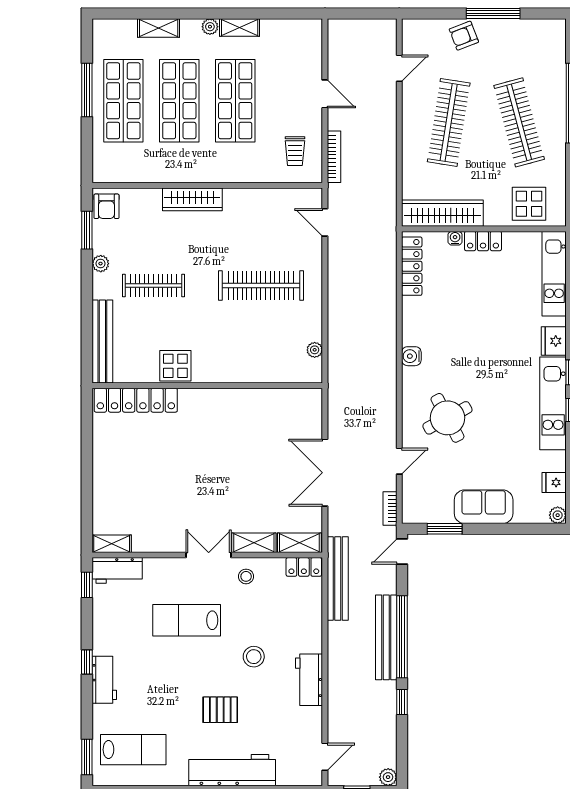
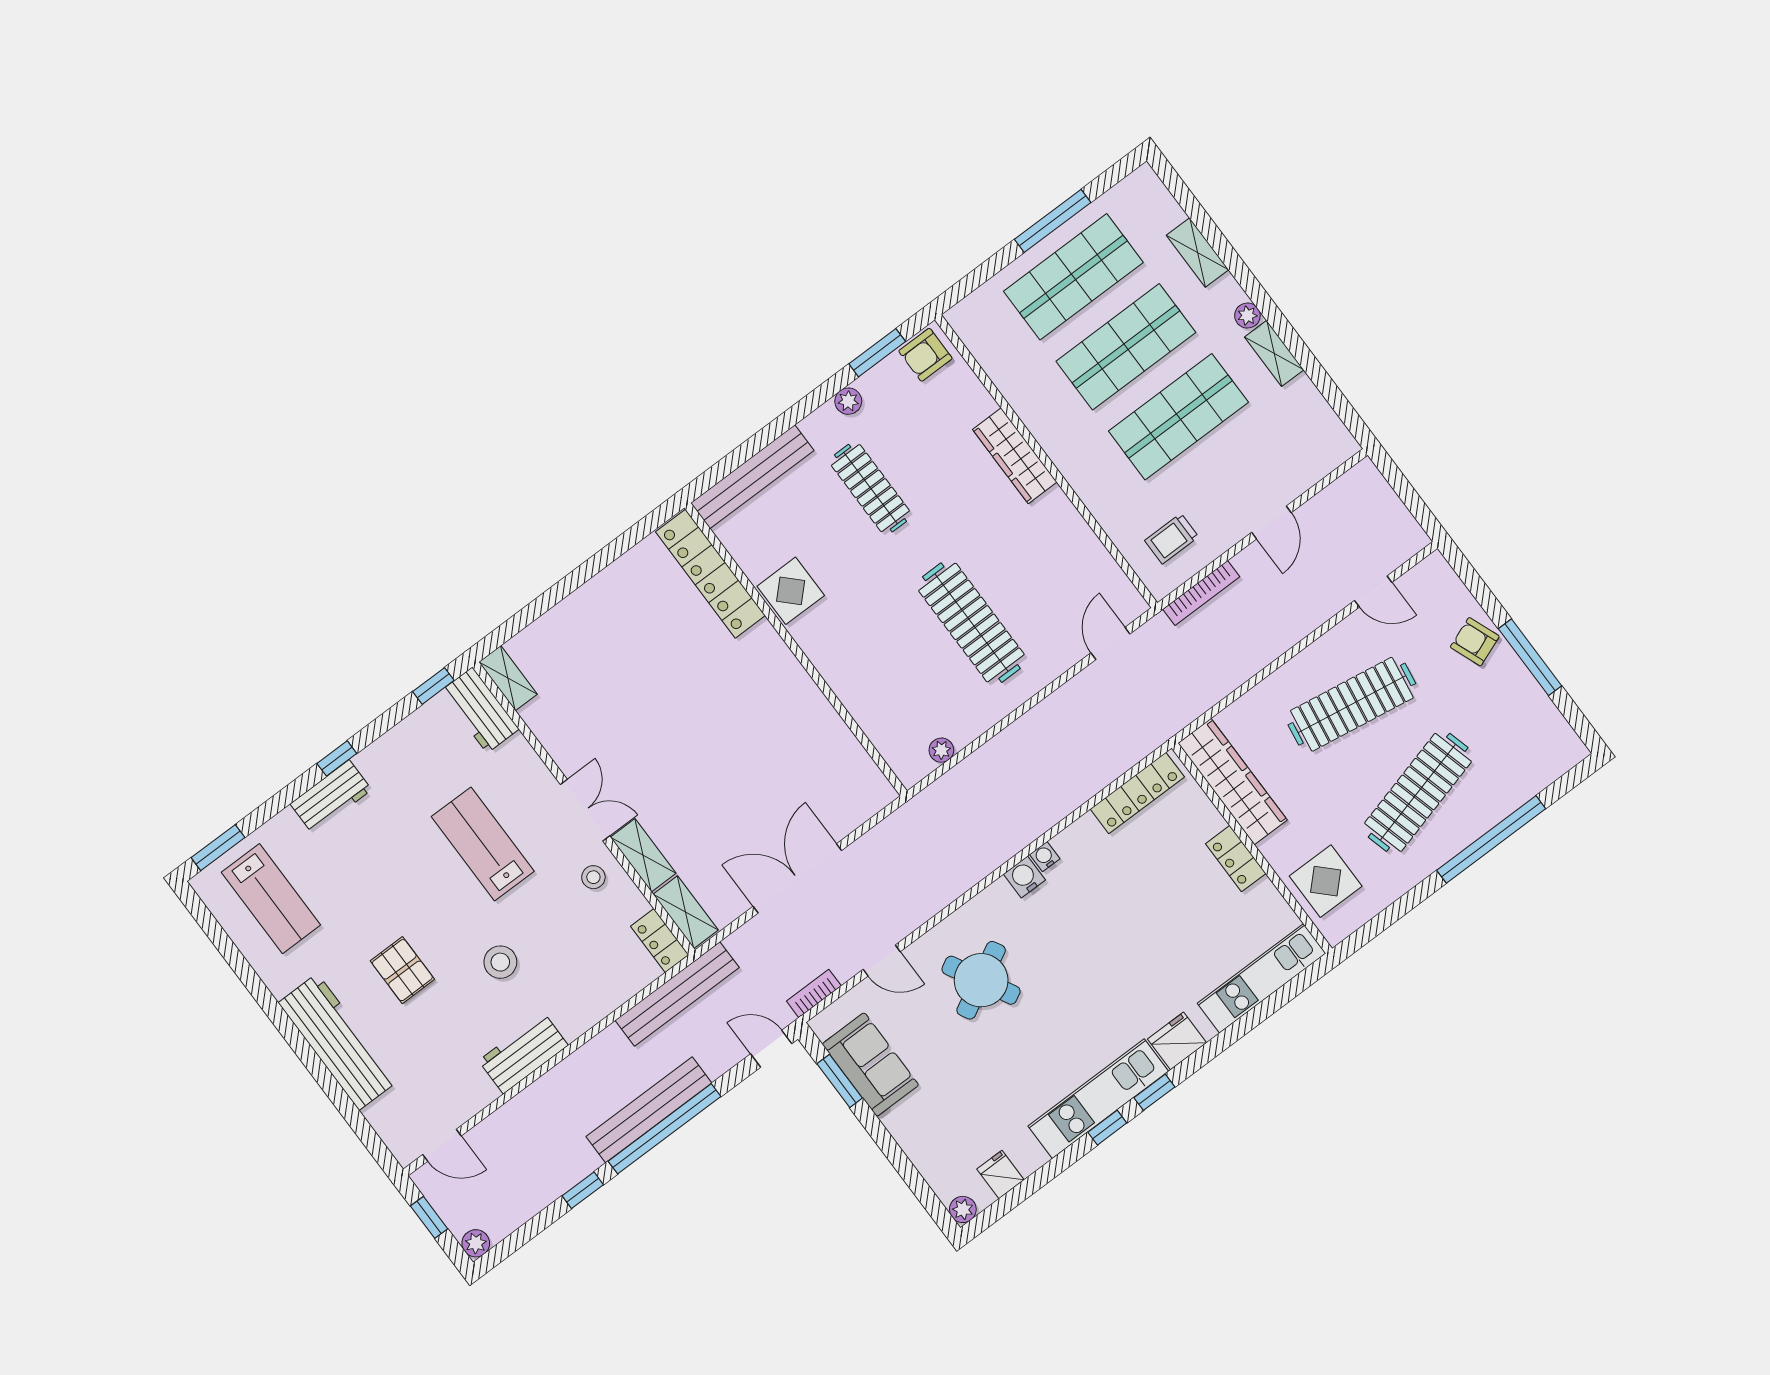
water cooler: (455, 238) -> (1045, 857), moved, turned -90
sofa: (484, 507) -> (870, 1064), moved

